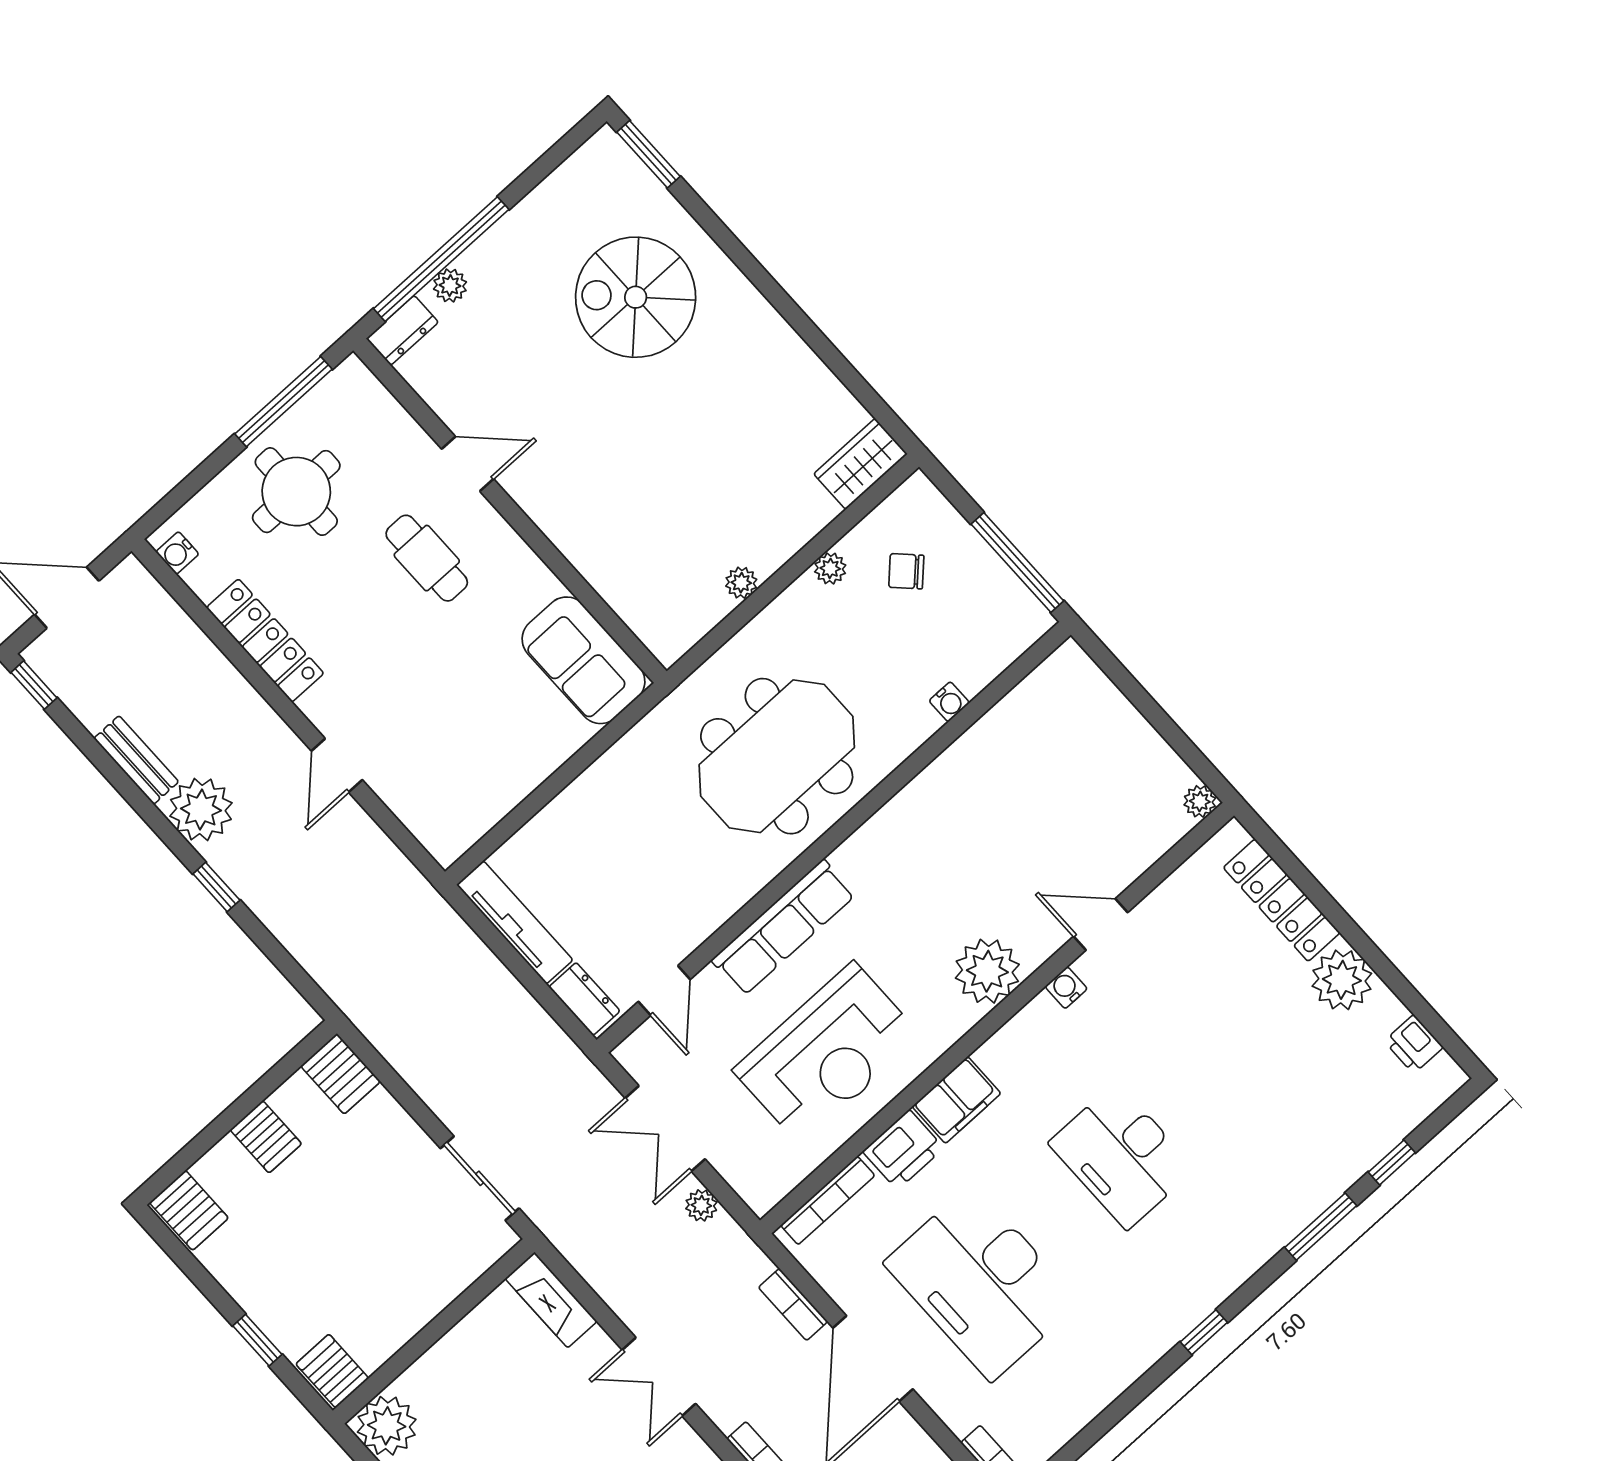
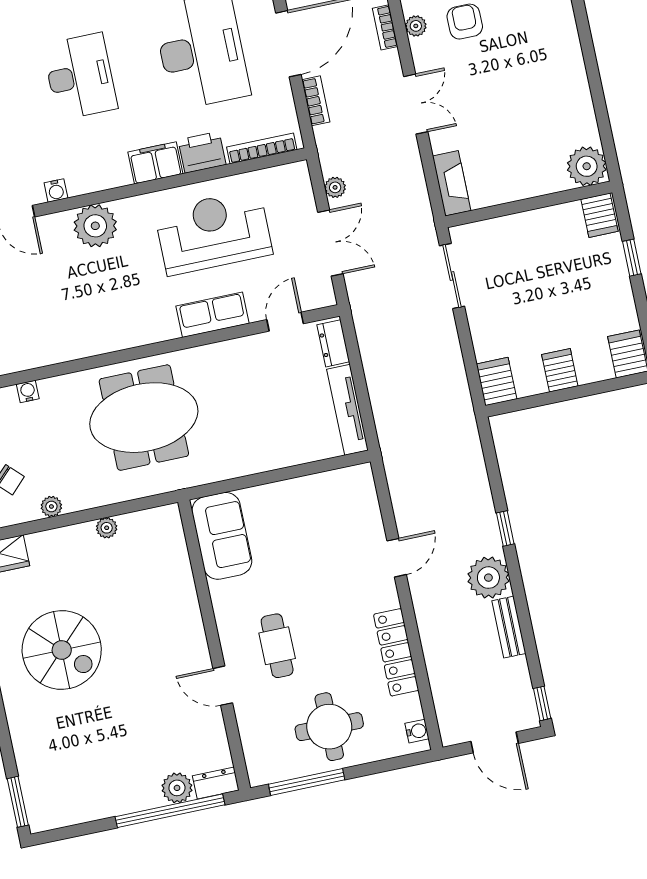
plant: (450, 285) -> (177, 788), width x1.38, depth x1.38
spiral stairs: (636, 297) -> (62, 650), moved
row of seats: (783, 928) -> (212, 315), width x0.68

